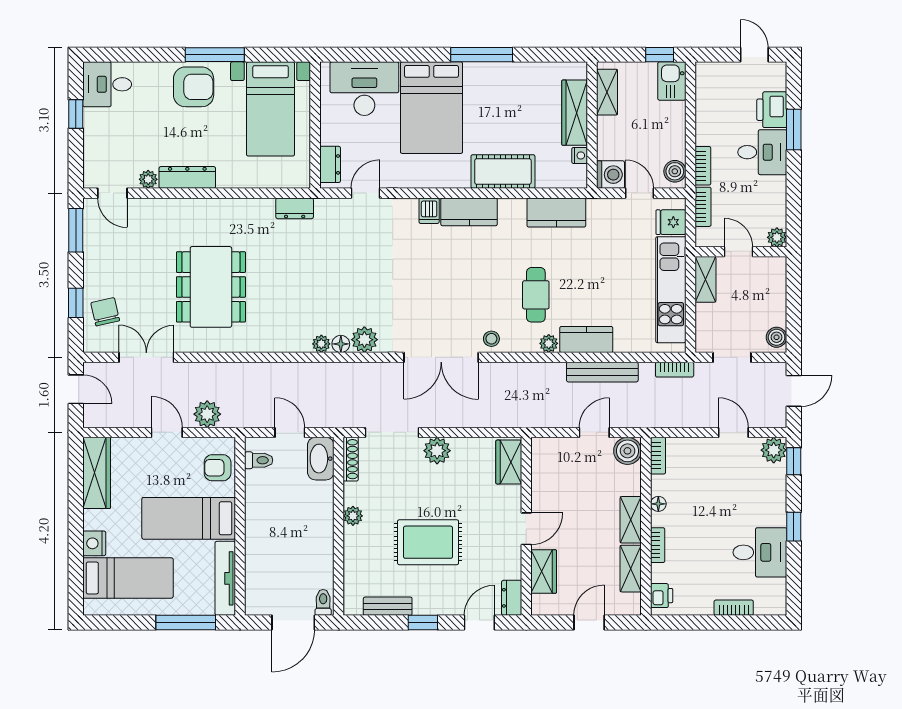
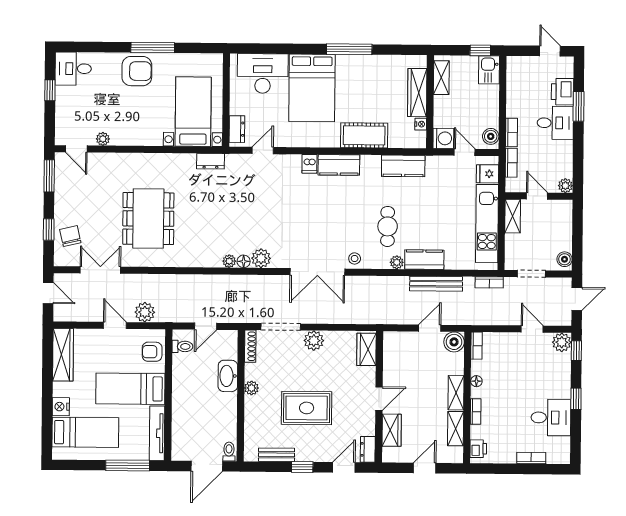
bed with nightstands: (271, 109) -> (193, 112), moved, turned 180
dresser: (187, 177) -> (132, 138), removed
door: (290, 432) -> (206, 326), swing flipped
washbasin: (321, 459) -> (228, 376), moved

